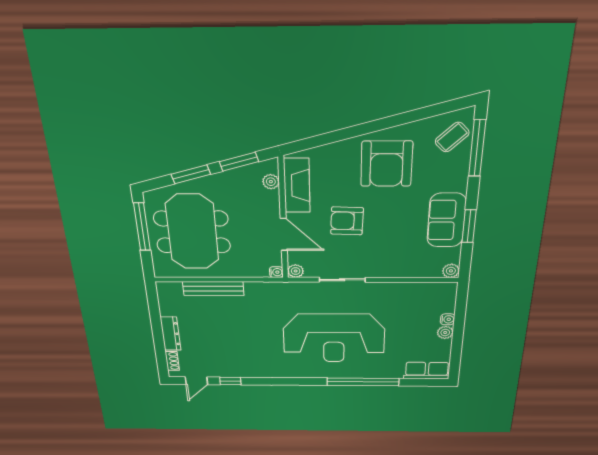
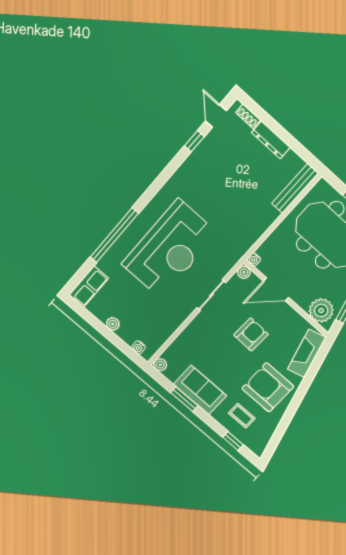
coffee table: (452, 137) -> (242, 416), moved, turned -46
window: (477, 148) -> (233, 441), width x0.46
plant: (271, 182) -> (321, 310), width x1.87, depth x1.87
fireplace: (297, 185) -> (307, 353), moved, turned 75
bench: (213, 288) -> (295, 188), moved
water cooler: (448, 319) -> (138, 347), moved
reception desk: (334, 338) -> (169, 249), turned 180

